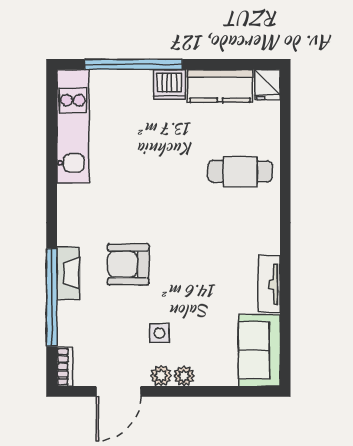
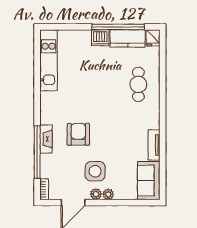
window: (133, 64) -> (118, 27), moved
cafe table: (240, 171) -> (138, 84), turned 90
armchair: (128, 264) -> (78, 134), turned 90
side table: (159, 333) -> (95, 171), width x1.87, depth x1.87

